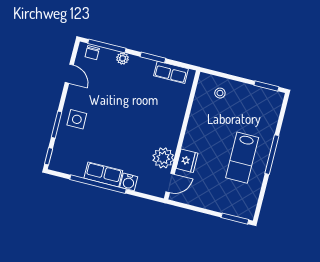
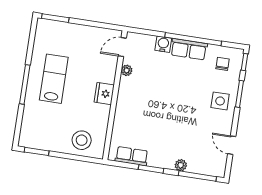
chair: (92, 53) -> (223, 64), moved
stool: (220, 93) -> (82, 140), width x1.89, depth x1.89
plant: (163, 158) -> (127, 70), width x0.53, depth x0.53
fridge: (187, 161) -> (104, 94), moved

